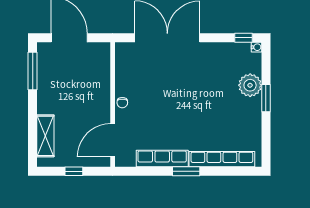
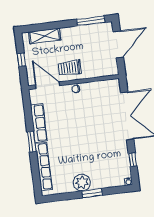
window: (244, 38) -> (133, 160), moved
plant: (250, 85) -> (82, 183), moved
trolley: (93, 107) -> (70, 68), added

